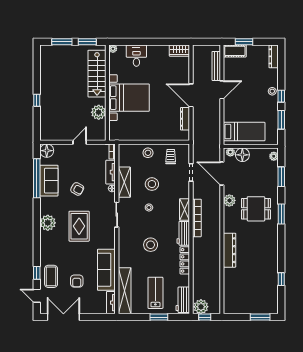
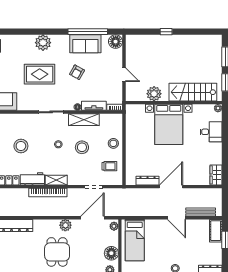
floor lamp: (242, 155) -> (111, 253), moved

